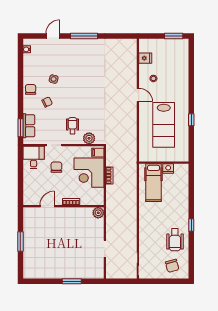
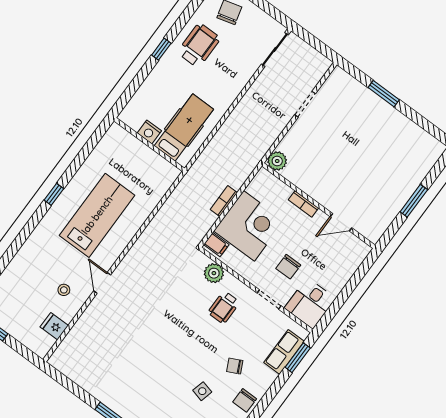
wall: (164, 163) -> (149, 145), moved
nightstand: (168, 169) -> (149, 132), moved
hospital bed: (154, 183) -> (184, 127), moved

